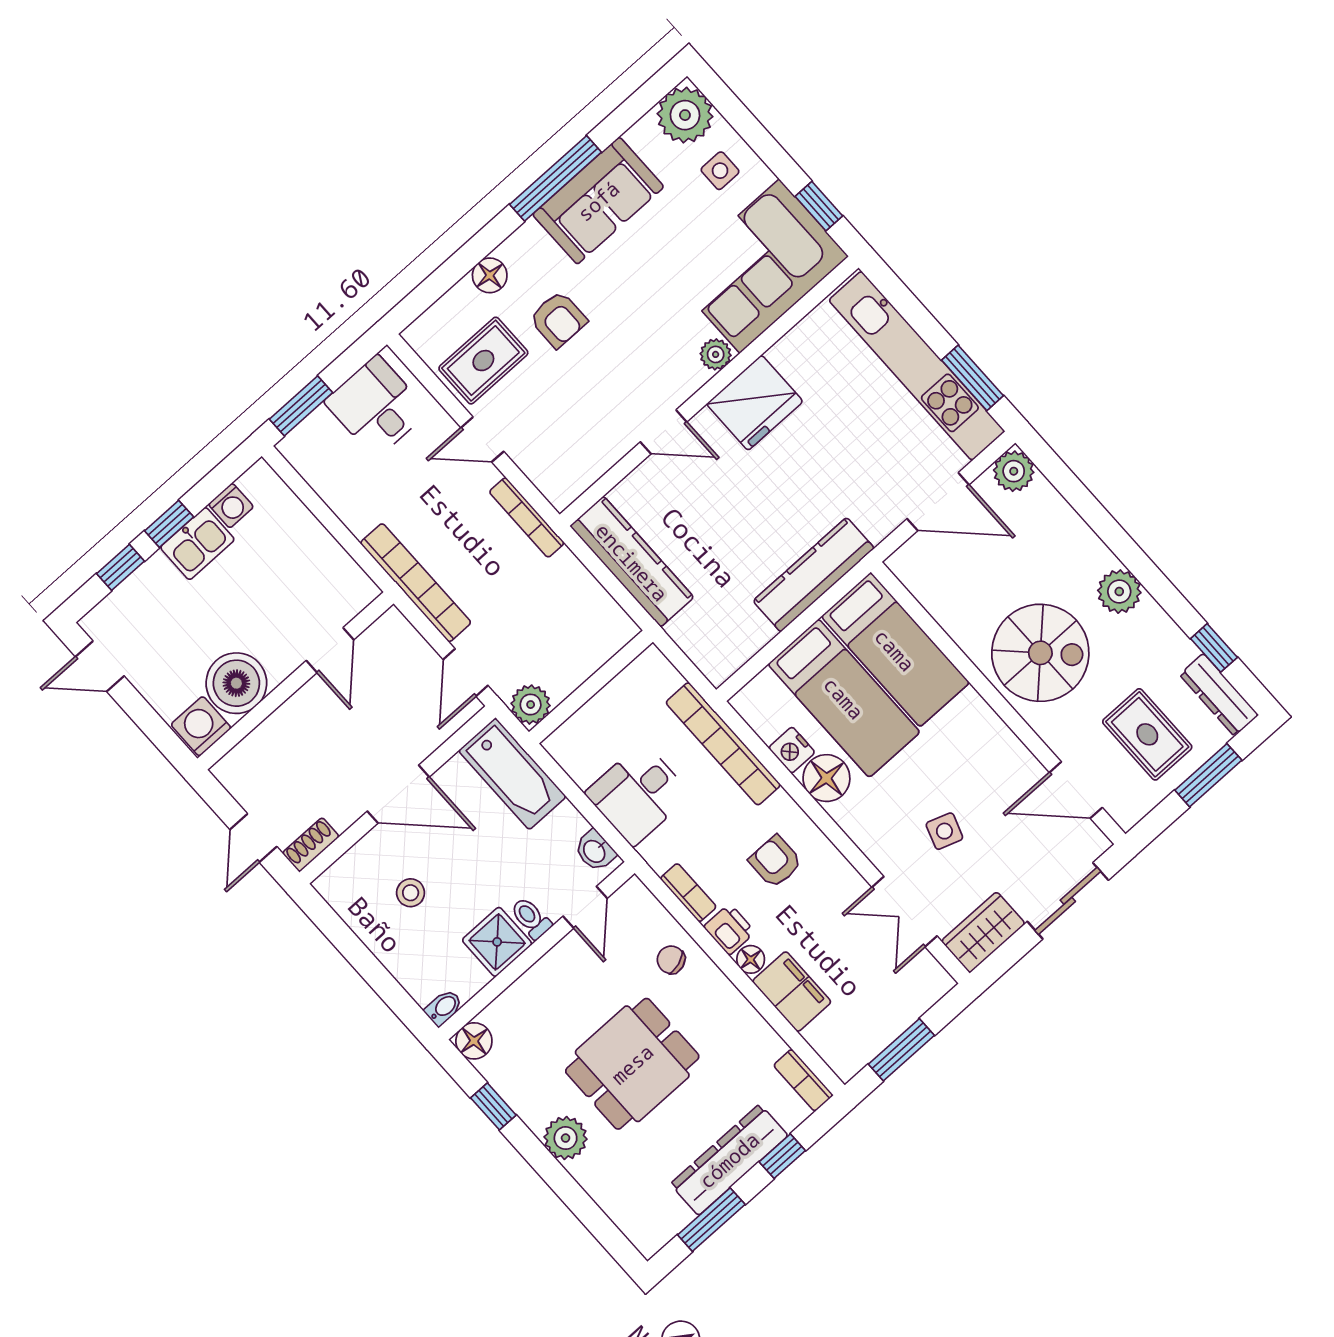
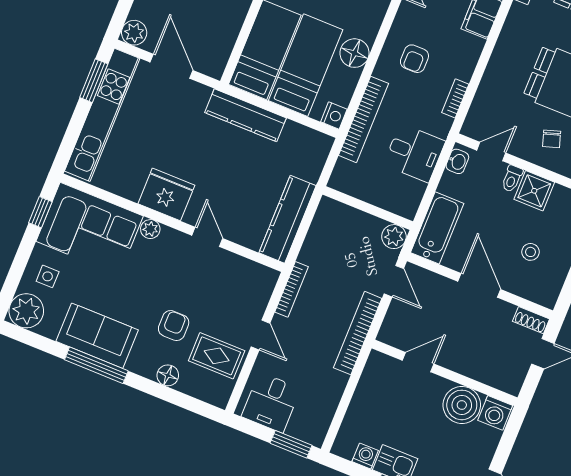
door: (466, 672) -> (394, 281), hinge flipped
nightstand: (792, 750) -> (334, 116), moved
printer: (729, 929) -> (464, 66), removed
floor lamp: (751, 959) -> (475, 46), removed
chair: (671, 960) -> (552, 139), moved

